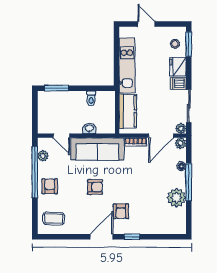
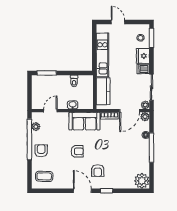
door: (61, 136) -> (50, 111), swing flipped
sofa: (97, 149) -> (84, 121), width x0.73
plant: (177, 198) -> (142, 181), moved
door: (102, 237) -> (82, 191), hinge flipped

